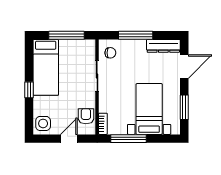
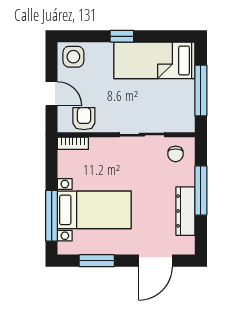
dresser: (163, 46) -> (185, 211), moved
door: (184, 67) -> (155, 261), hinge flipped
armchair: (86, 116) -> (84, 119), turned -90
window: (129, 139) -> (52, 216), moved

